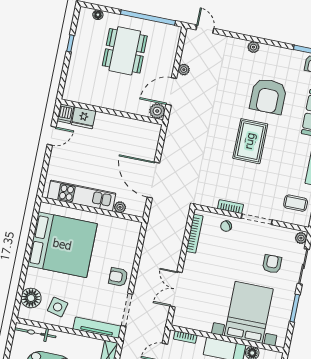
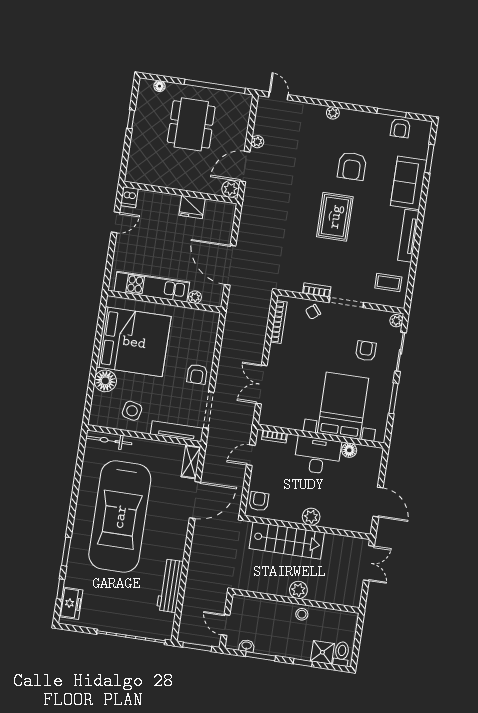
armchair: (268, 96) -> (352, 166), width x0.73, depth x0.73
fridge: (84, 118) -> (192, 207), moved
armchair: (118, 277) -> (197, 374), turned -90
floor lamp: (31, 298) -> (105, 381), moved

